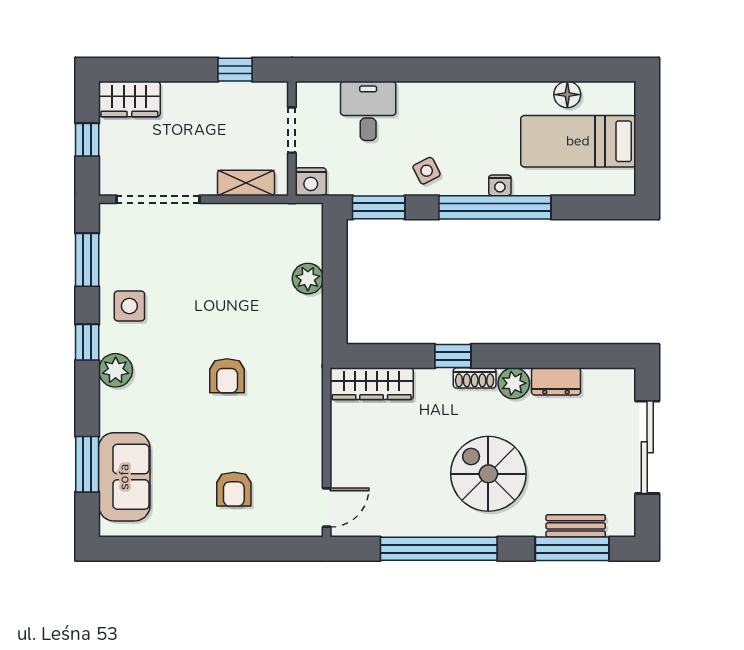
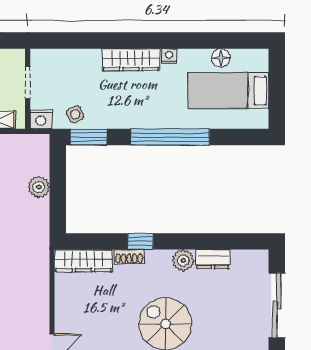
wardrobe: (439, 97) -> (131, 60), added
desk: (368, 111) -> (81, 69), removed
side table: (427, 171) -> (75, 114), moved
nightstand: (500, 185) -> (169, 56), moved, turned 180
shoe rack: (475, 378) -> (129, 257), moved

